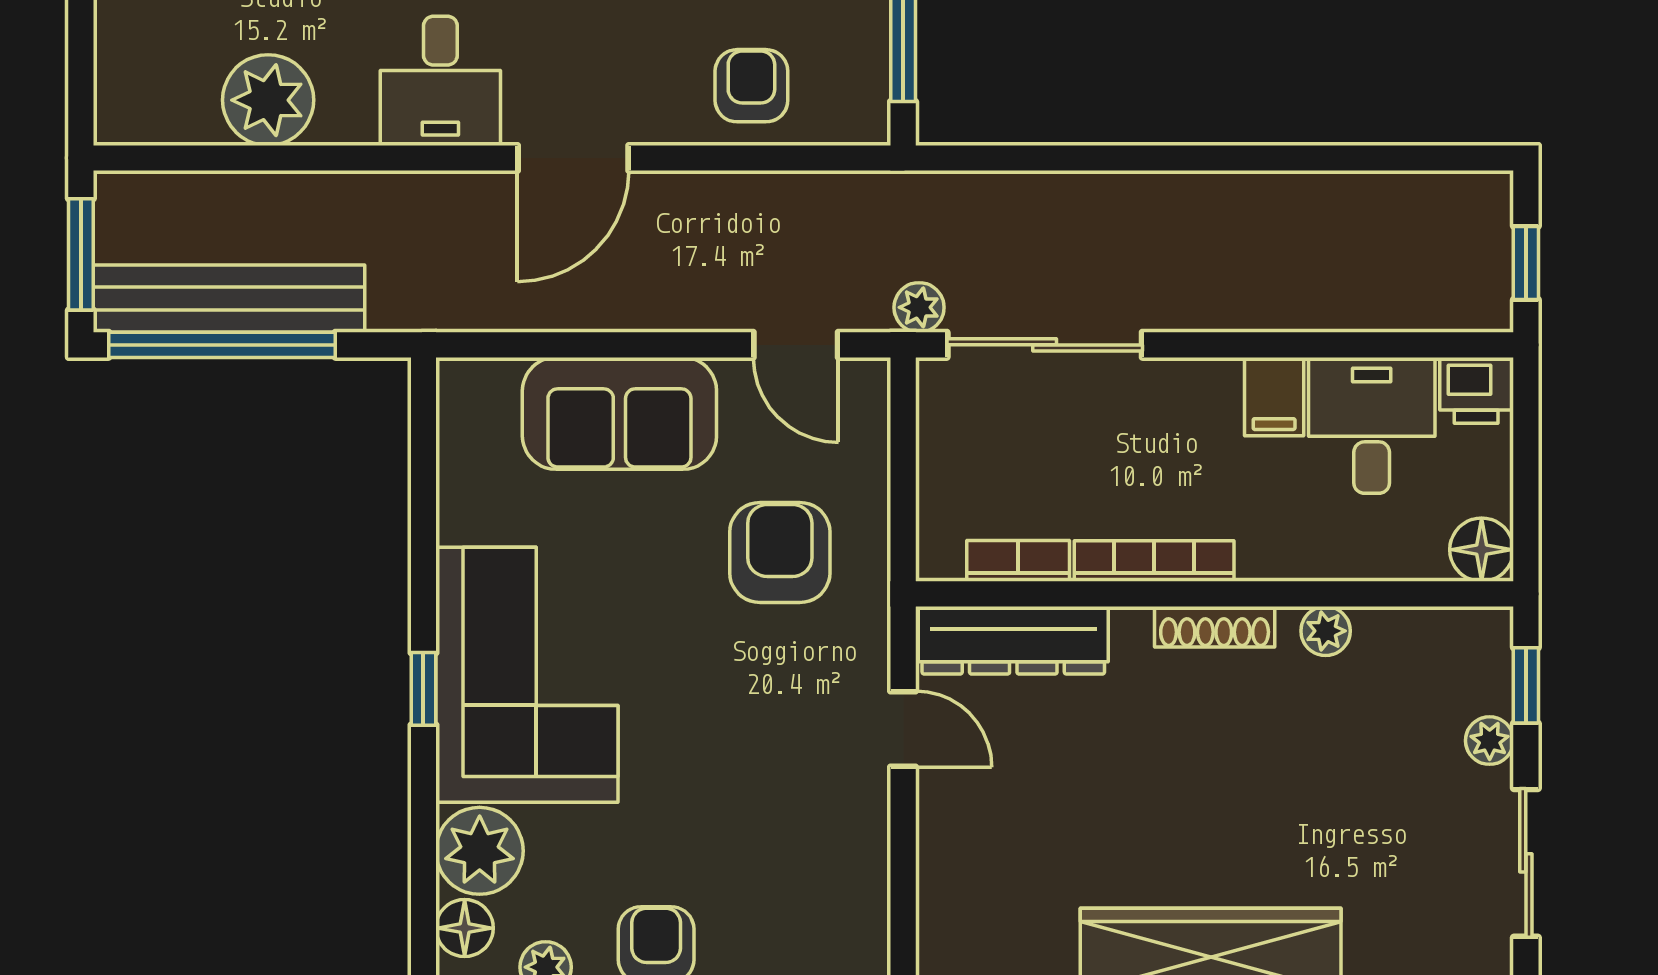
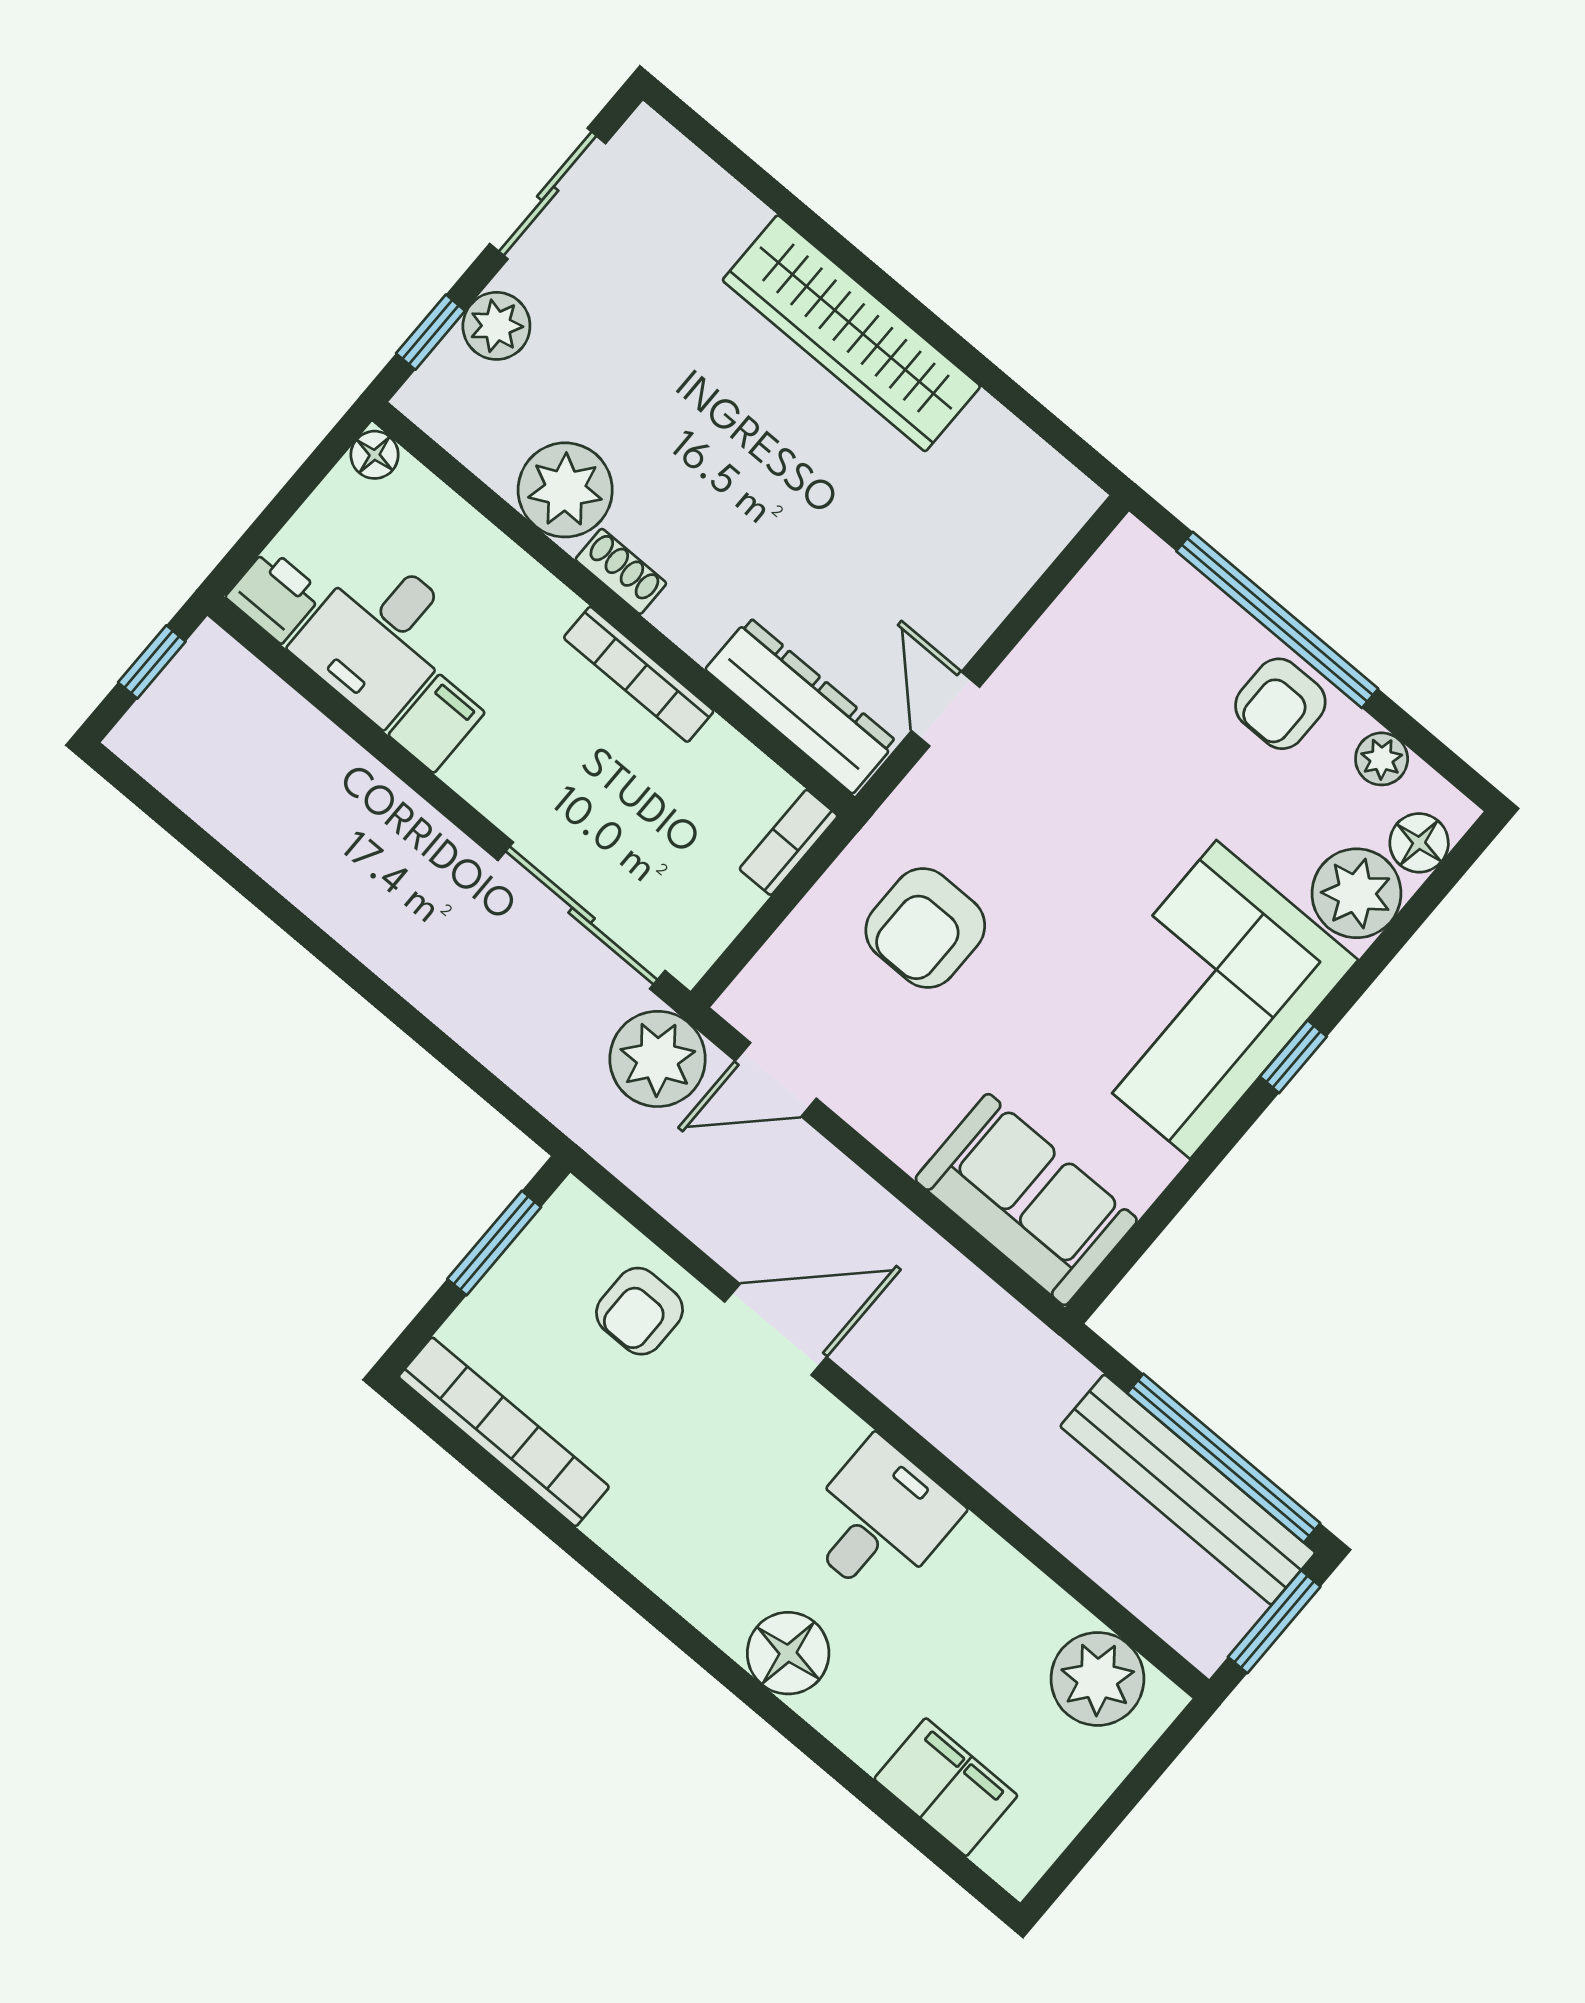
plant: (268, 100) -> (1097, 1679), moved
door: (573, 158) -> (776, 1329), moved
plant: (919, 307) -> (658, 1059), width x1.88, depth x1.88
door: (796, 345) -> (776, 1080), swing flipped
sofa: (619, 413) -> (1026, 1200), moved
floor lamp: (1482, 550) -> (375, 455), width x0.73, depth x0.73
bookcase: (1018, 561) -> (789, 842), moved, turned 90
shoe rack: (1215, 627) -> (621, 571), width x0.70
plant: (1326, 631) -> (565, 490), width x1.87, depth x1.87
plant: (1490, 741) -> (496, 326), width x1.38, depth x1.38

